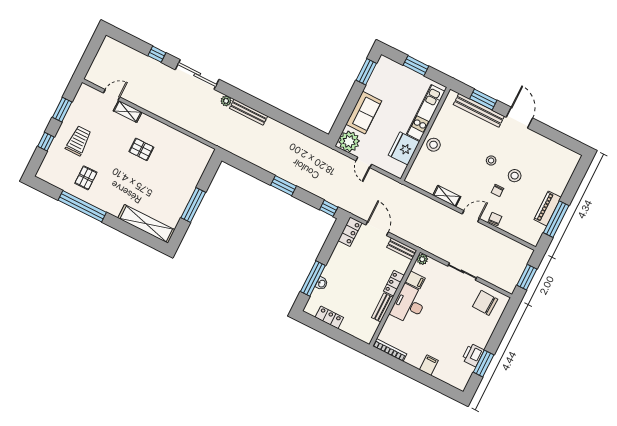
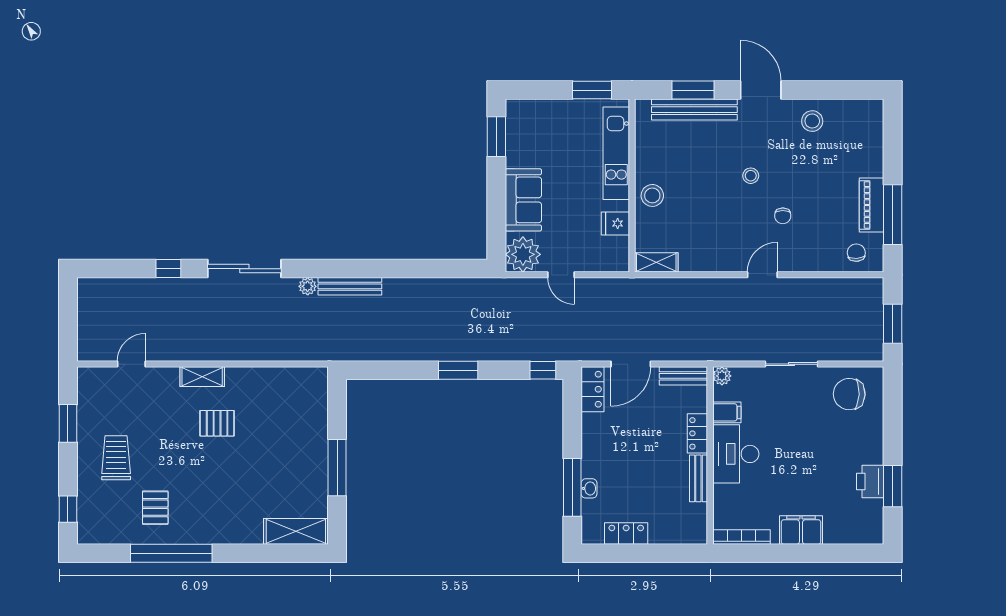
window: (416, 66) -> (592, 90), moved
shelving: (128, 111) -> (202, 377), moved
window: (46, 142) -> (68, 509), moved
fridge: (404, 148) -> (615, 223), width x0.53, depth x0.75
stool: (515, 176) -> (812, 121), moved
shelving: (447, 196) -> (656, 262), moved
chair: (495, 219) -> (856, 253), moved
shelving: (146, 224) -> (296, 531), width x0.68
door: (377, 229) -> (631, 364), swing flipped
filing cabinet: (429, 365) -> (801, 530), width x2.00

